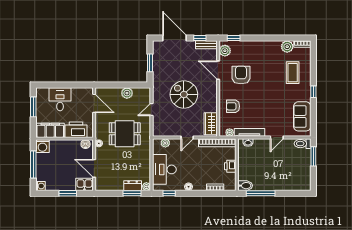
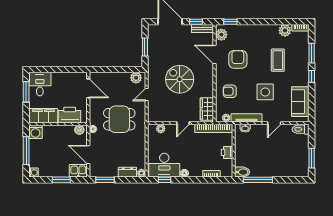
window: (313, 69) -> (312, 53), added
coffee table: (293, 73) -> (278, 60), moved
plant: (127, 93) -> (136, 78), moved
desk: (60, 99) -> (40, 84), moved
side table: (268, 107) -> (265, 92), added
window: (313, 156) -> (312, 158), moved
desk: (164, 169) -> (164, 165), moved, turned -90
window: (132, 193) -> (105, 180), moved

